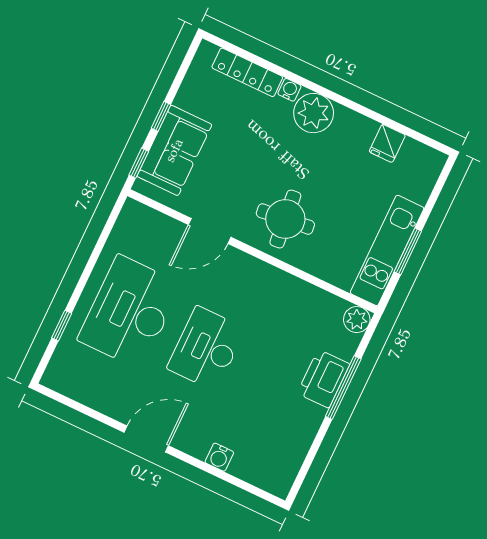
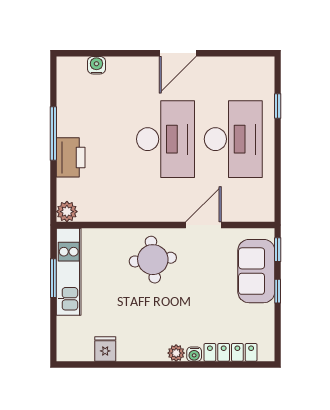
plant: (314, 113) -> (176, 353), width x0.53, depth x0.53
desk: (206, 348) -> (166, 139), width x1.36, depth x1.30
window: (343, 388) -> (53, 134), moved
water cooler: (219, 457) -> (96, 65), moved

